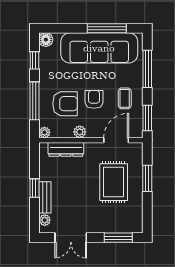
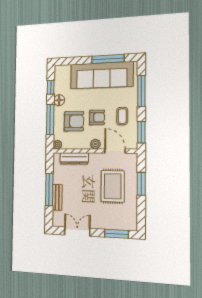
floor lamp: (46, 40) -> (59, 100), moved
armchair: (94, 99) -> (97, 117), turned 90
plant: (80, 132) -> (95, 144), moved
door: (116, 140) -> (115, 151), hinge flipped
window: (34, 188) -> (49, 189), width x2.17
plant: (45, 220) -> (57, 216), removed
double door: (71, 238) -> (77, 232), swing flipped

